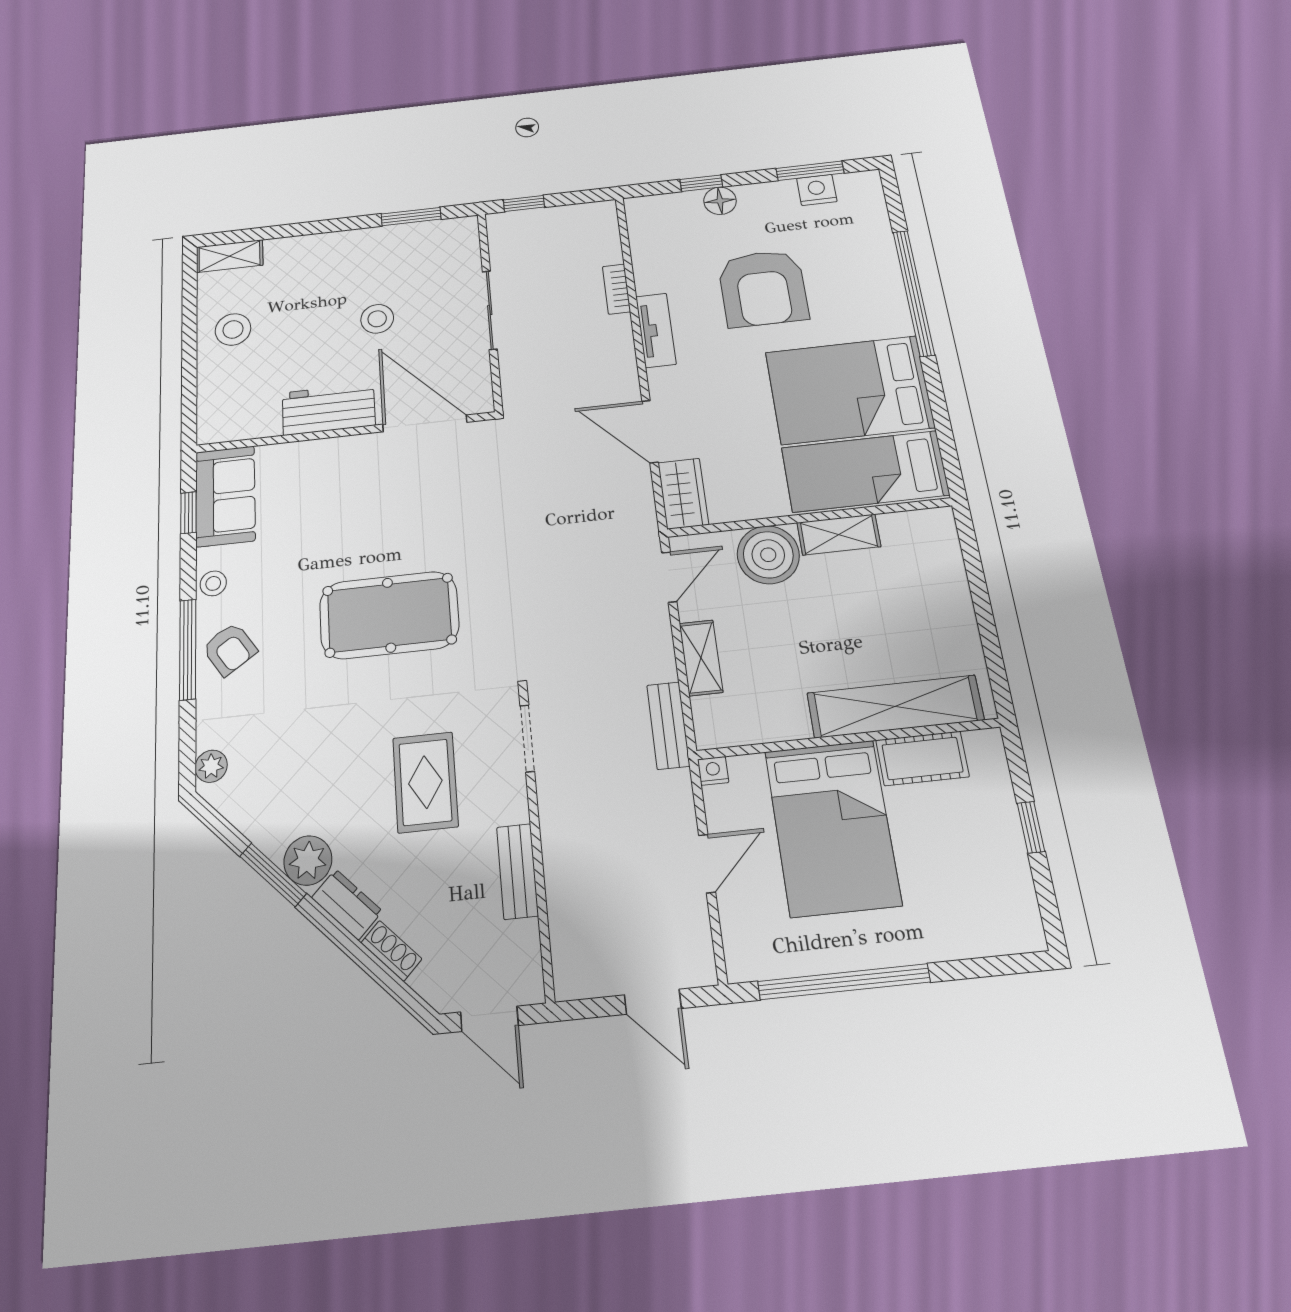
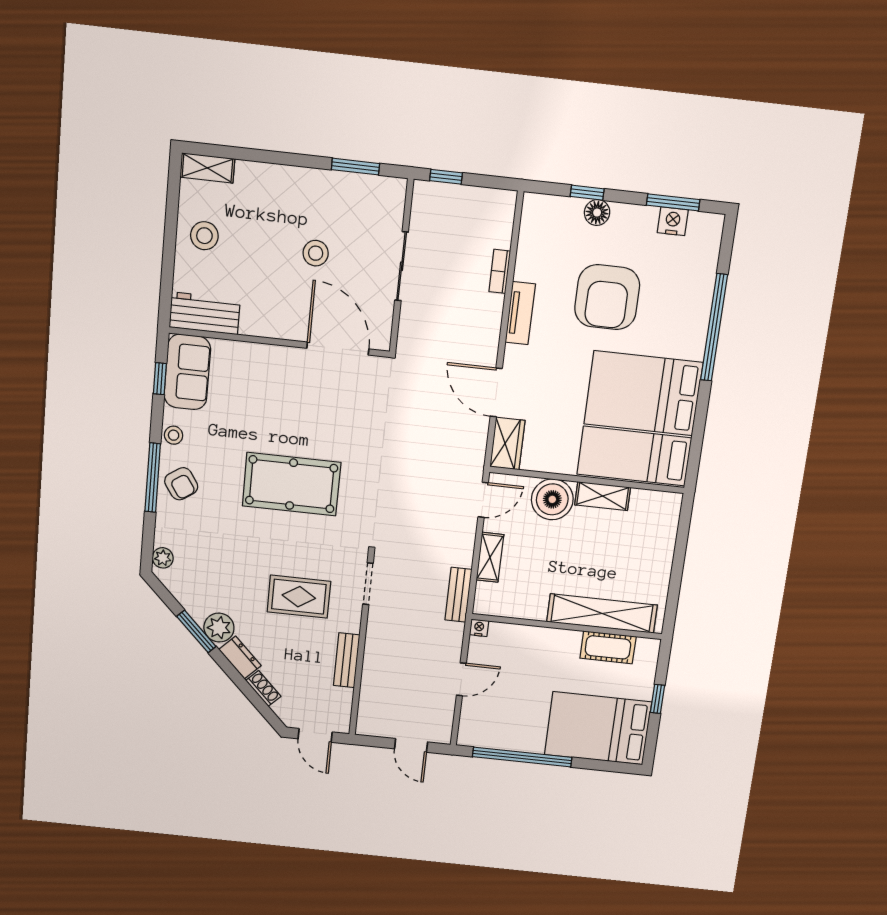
workbench: (329, 409) -> (205, 313), moved
rug: (425, 782) -> (299, 597), turned 90
bed: (832, 827) -> (598, 728), moved, turned 90

